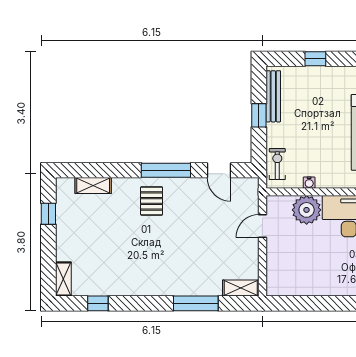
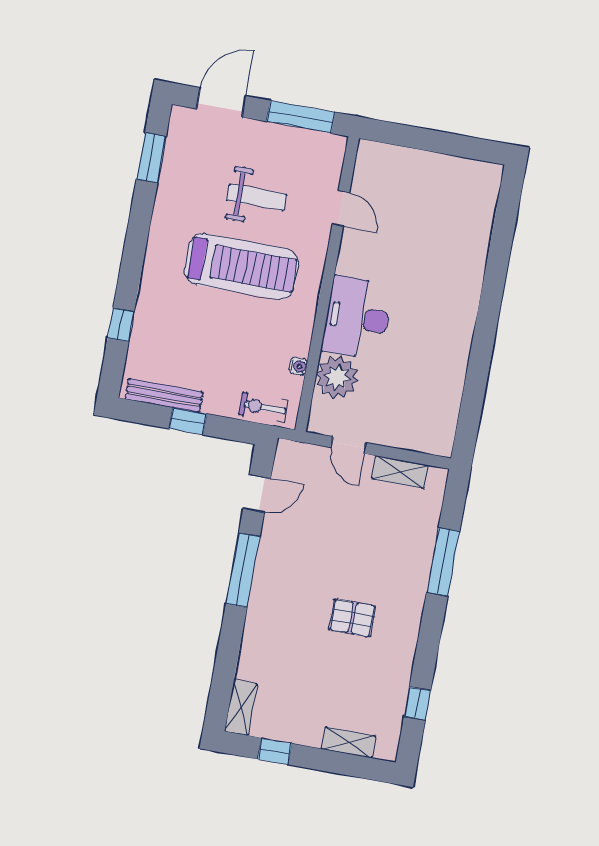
shelving: (93, 186) -> (241, 708), moved
pallet: (152, 201) -> (352, 618), moved
shelving: (63, 279) -> (348, 742), moved
shelving: (241, 288) -> (400, 472), moved, turned 90

